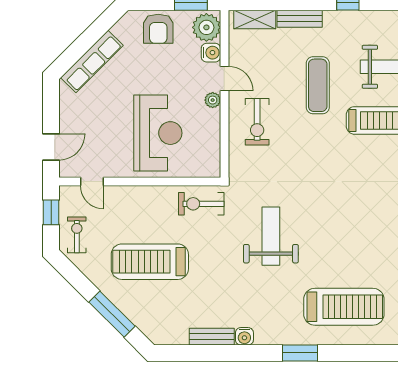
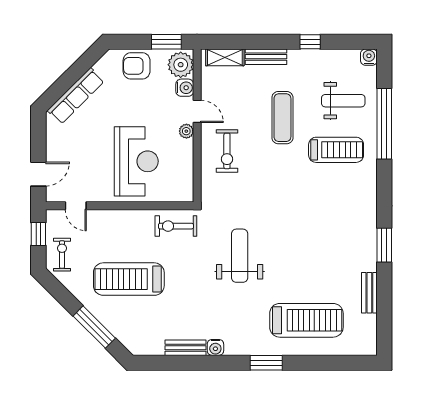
armchair: (158, 29) -> (137, 66), turned 90

